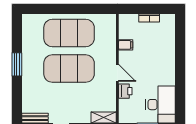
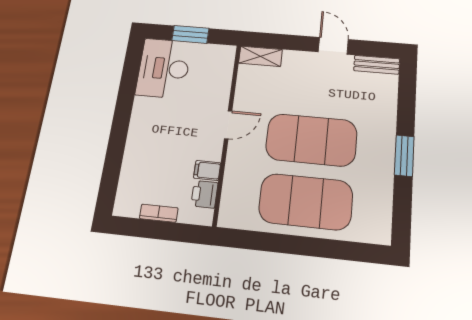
door: (117, 73) -> (228, 125), swing flipped
printer: (125, 91) -> (204, 194), moved

